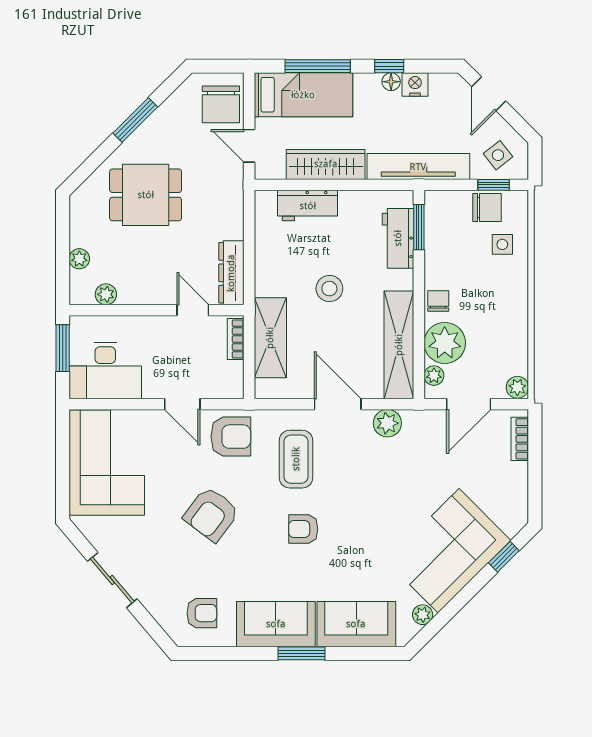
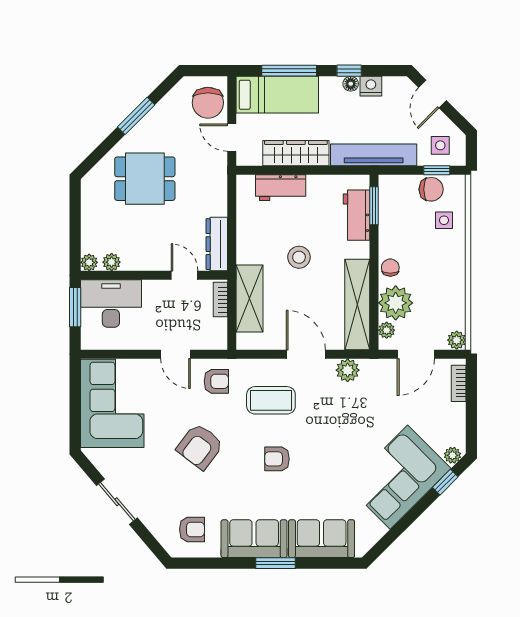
side table: (498, 155) -> (440, 145), turned 38
plant: (79, 259) -> (89, 262), moved
desk: (105, 370) -> (111, 304), moved, turned 180
armchair: (231, 437) -> (216, 381), width x0.72, depth x0.72
coffee table: (296, 459) -> (271, 400), turned 90
plant: (423, 615) -> (452, 455), moved

